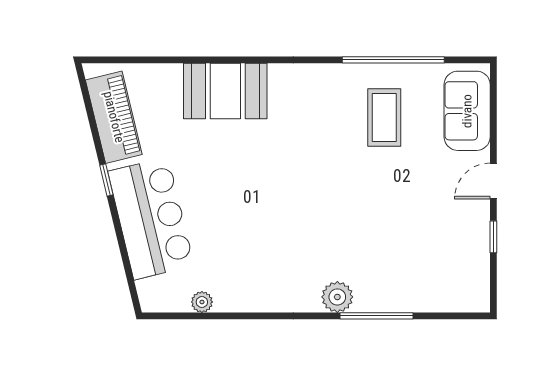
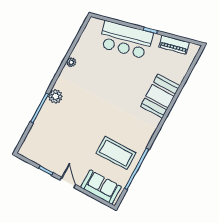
piano: (114, 117) -> (174, 45), width x0.73, depth x0.75
coffee table: (384, 117) -> (116, 153), width x1.36, depth x1.32
plant: (202, 302) -> (71, 62), moved

